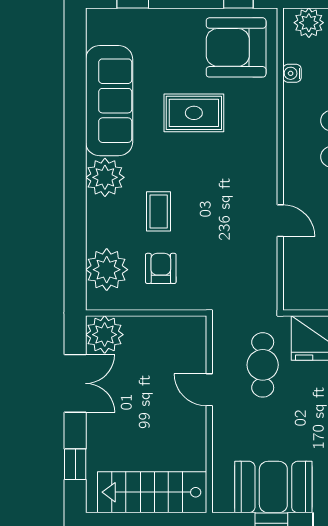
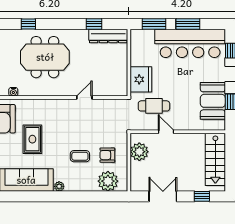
plant: (105, 177) -> (59, 186), width x0.53, depth x0.53
plant: (105, 335) -> (139, 152), moved
door: (209, 390) -> (166, 132), swing flipped

